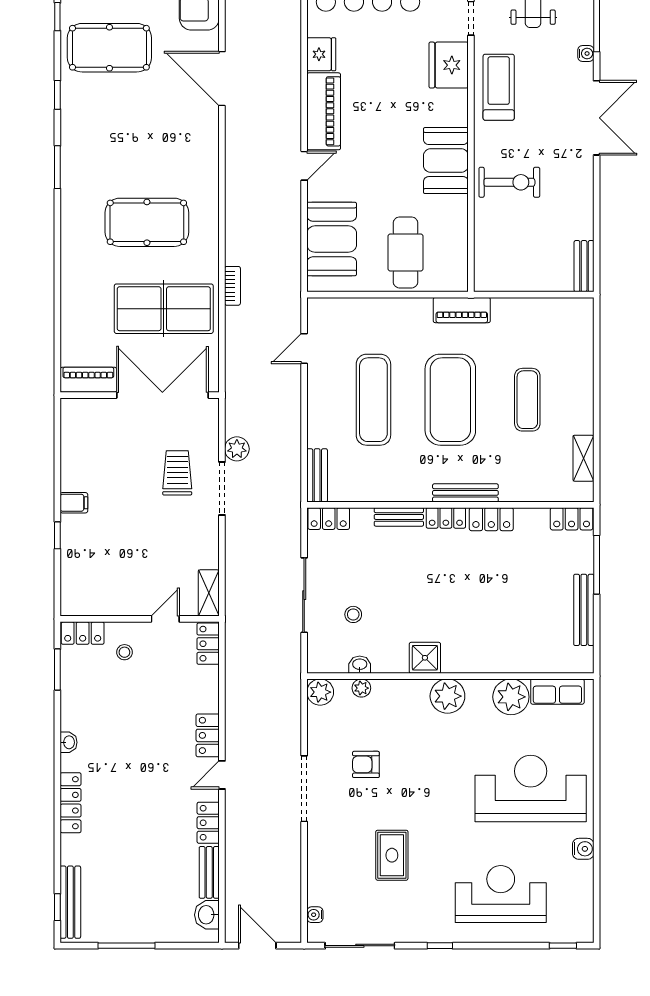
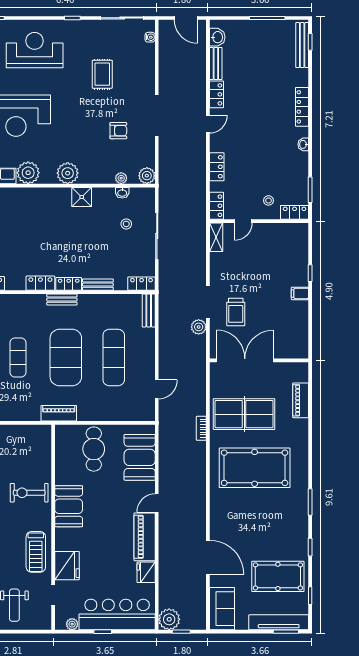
pool table: (147, 222) -> (255, 468), width x1.36, depth x1.32
piano: (88, 380) -> (301, 400), moved, turned 90
double door: (162, 395) -> (245, 360), swing flipped
bench: (465, 493) -> (62, 300), width x0.73
locker: (208, 735) -> (217, 167), moved
reception desk: (501, 894) -> (35, 50), turned 180

